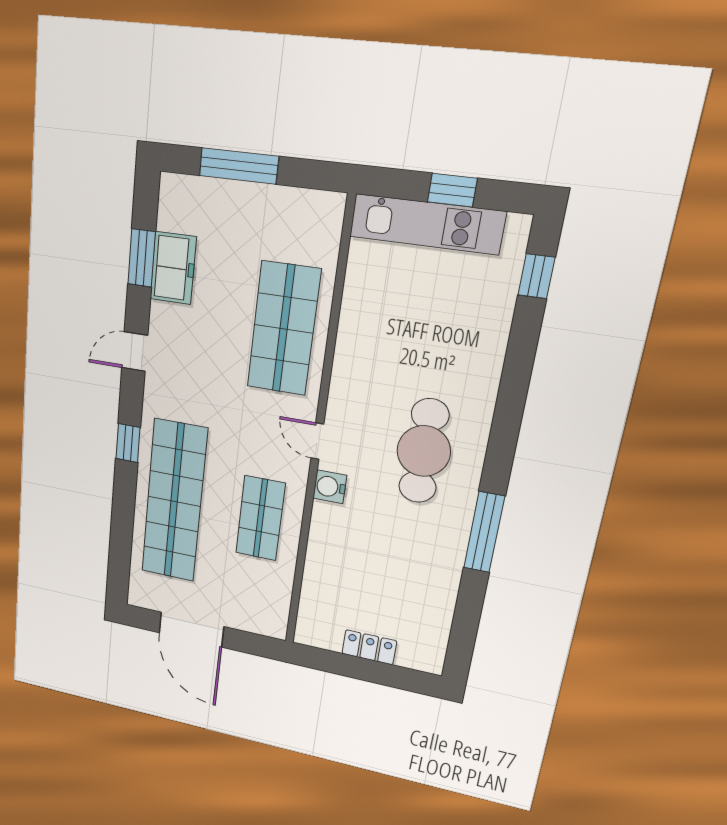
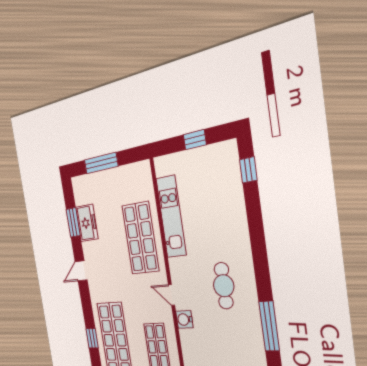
kitchen unit: (427, 224) -> (171, 217), moved, turned -90
window: (128, 443) -> (92, 338), moved
cafe table: (424, 451) -> (224, 286), width x0.73, depth x0.74

